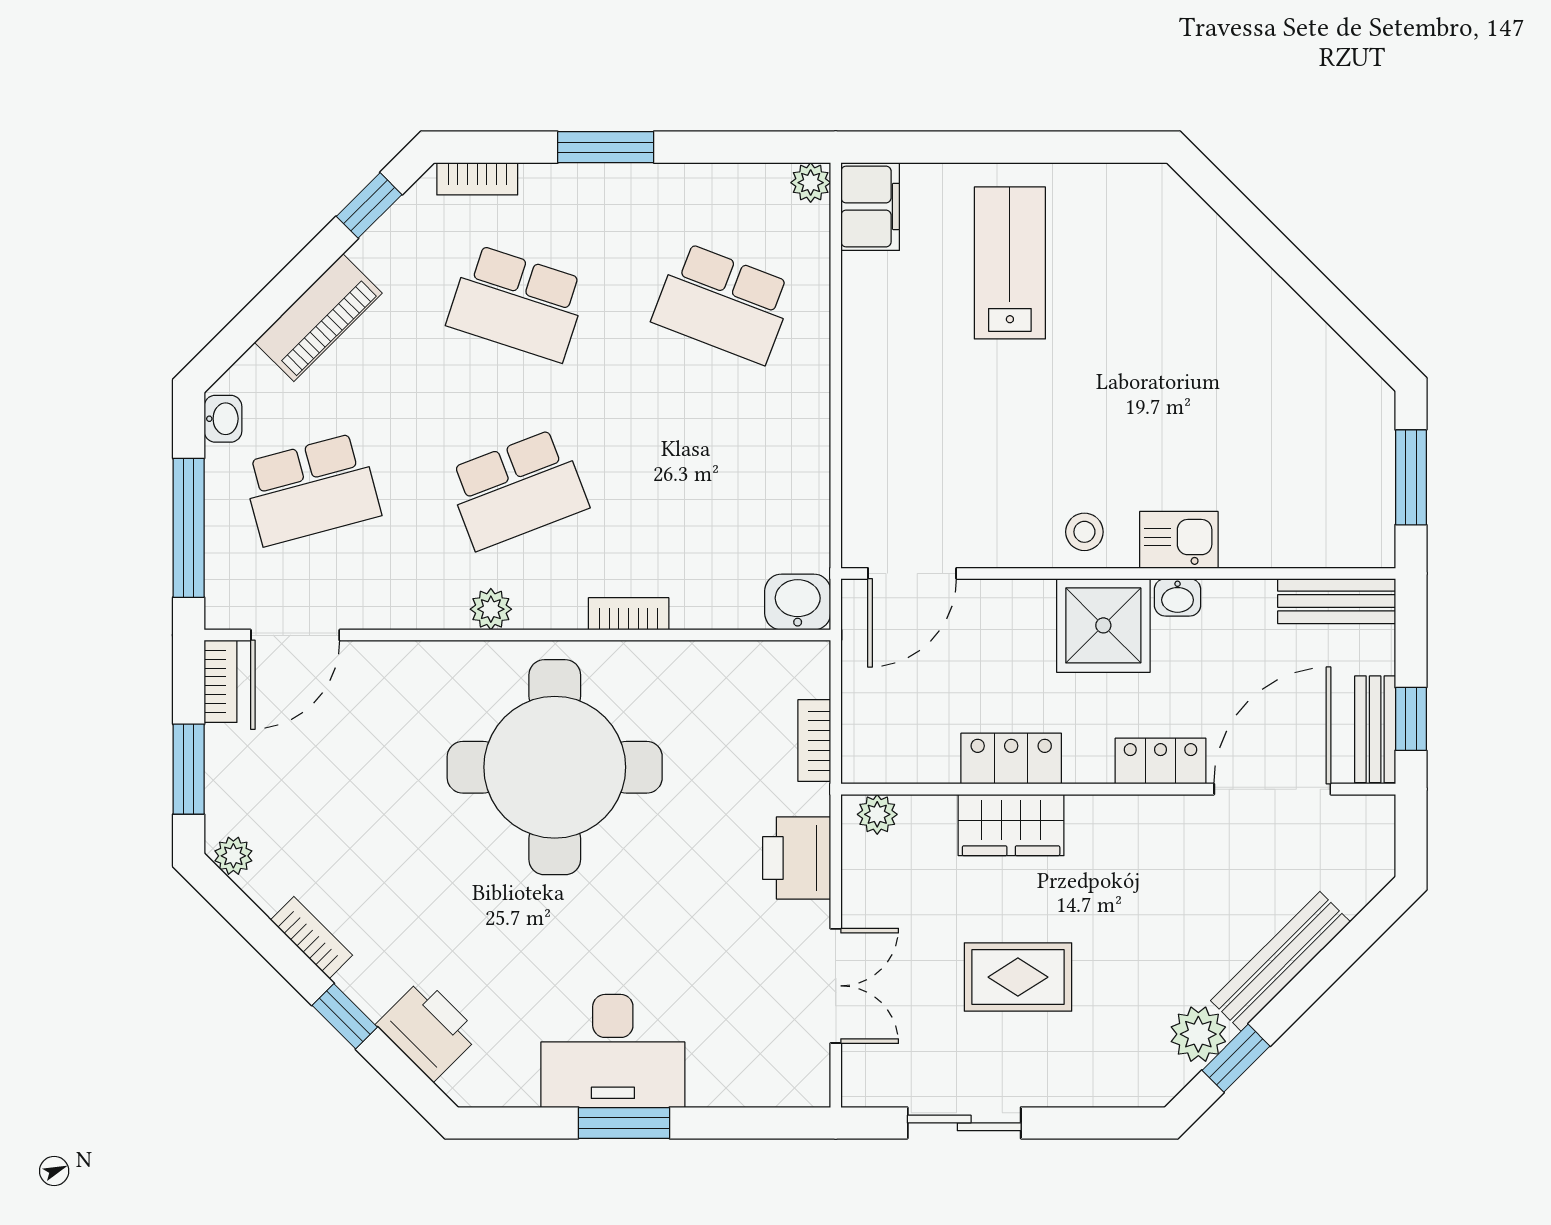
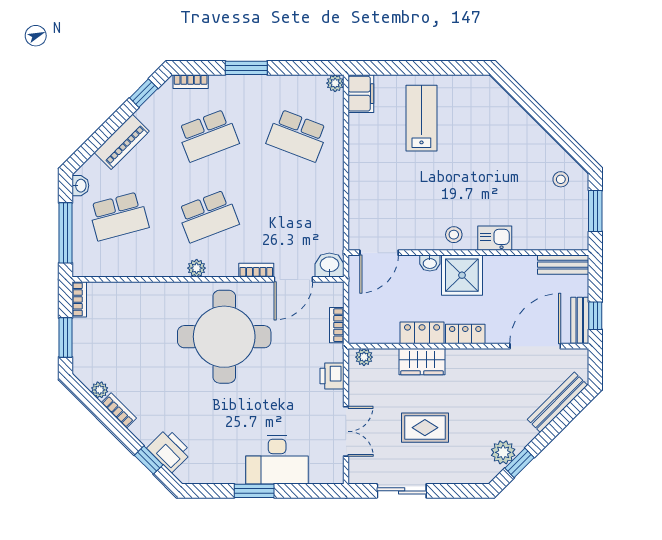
school desk: (517, 303) -> (208, 136), turned -39
stool: (1331, 404) -> (561, 179), added
washbasin: (1178, 597) -> (430, 263), moved
door: (295, 635) -> (293, 279), moved
locker: (1161, 761) -> (465, 334), moved
plant: (233, 856) -> (100, 390), moved
printer: (797, 858) -> (332, 376), width x0.73, depth x0.81
bench: (1281, 961) -> (557, 402), moved
window: (345, 1016) -> (149, 460), moved
desk: (613, 1051) -> (277, 460), moved

